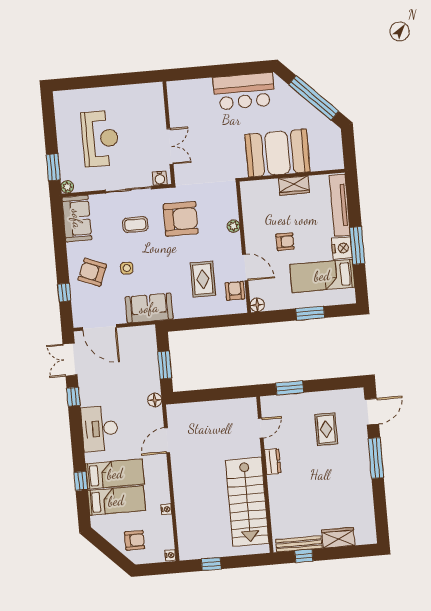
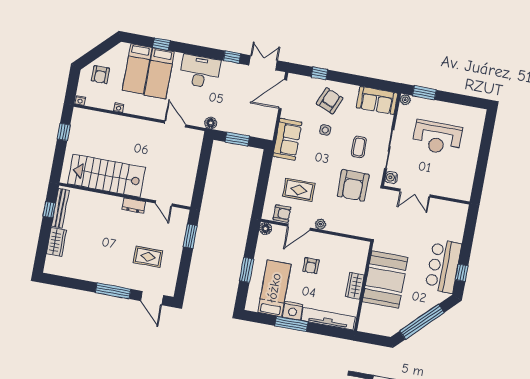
window: (246, 68) -> (462, 273), added
plant: (233, 226) -> (320, 224), moved

